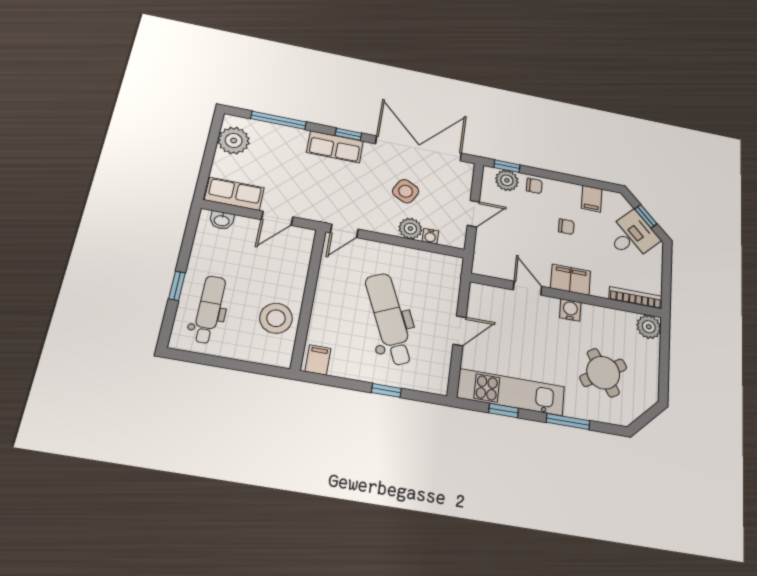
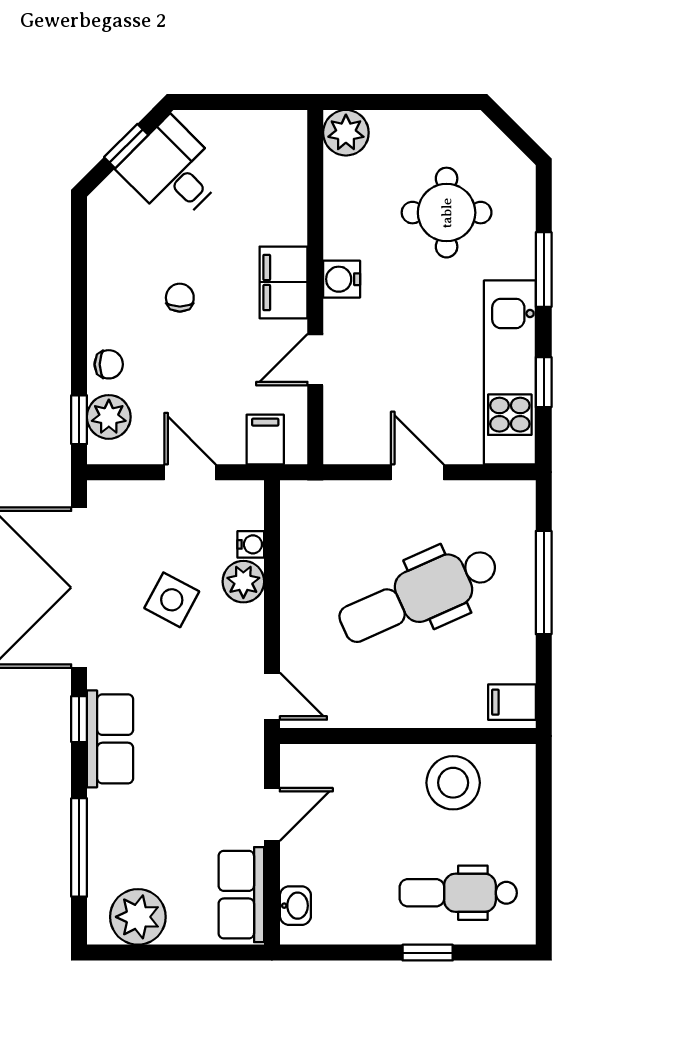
chair: (534, 186) -> (109, 364), turned 90
filing cabinet: (592, 199) -> (265, 439), moved, turned -90
door: (277, 218) -> (272, 814), hinge flipped
bookcase: (636, 298) -> (295, 160), removed
round table: (603, 373) -> (447, 213), turned 32
window: (386, 390) -> (544, 583), width x2.17

